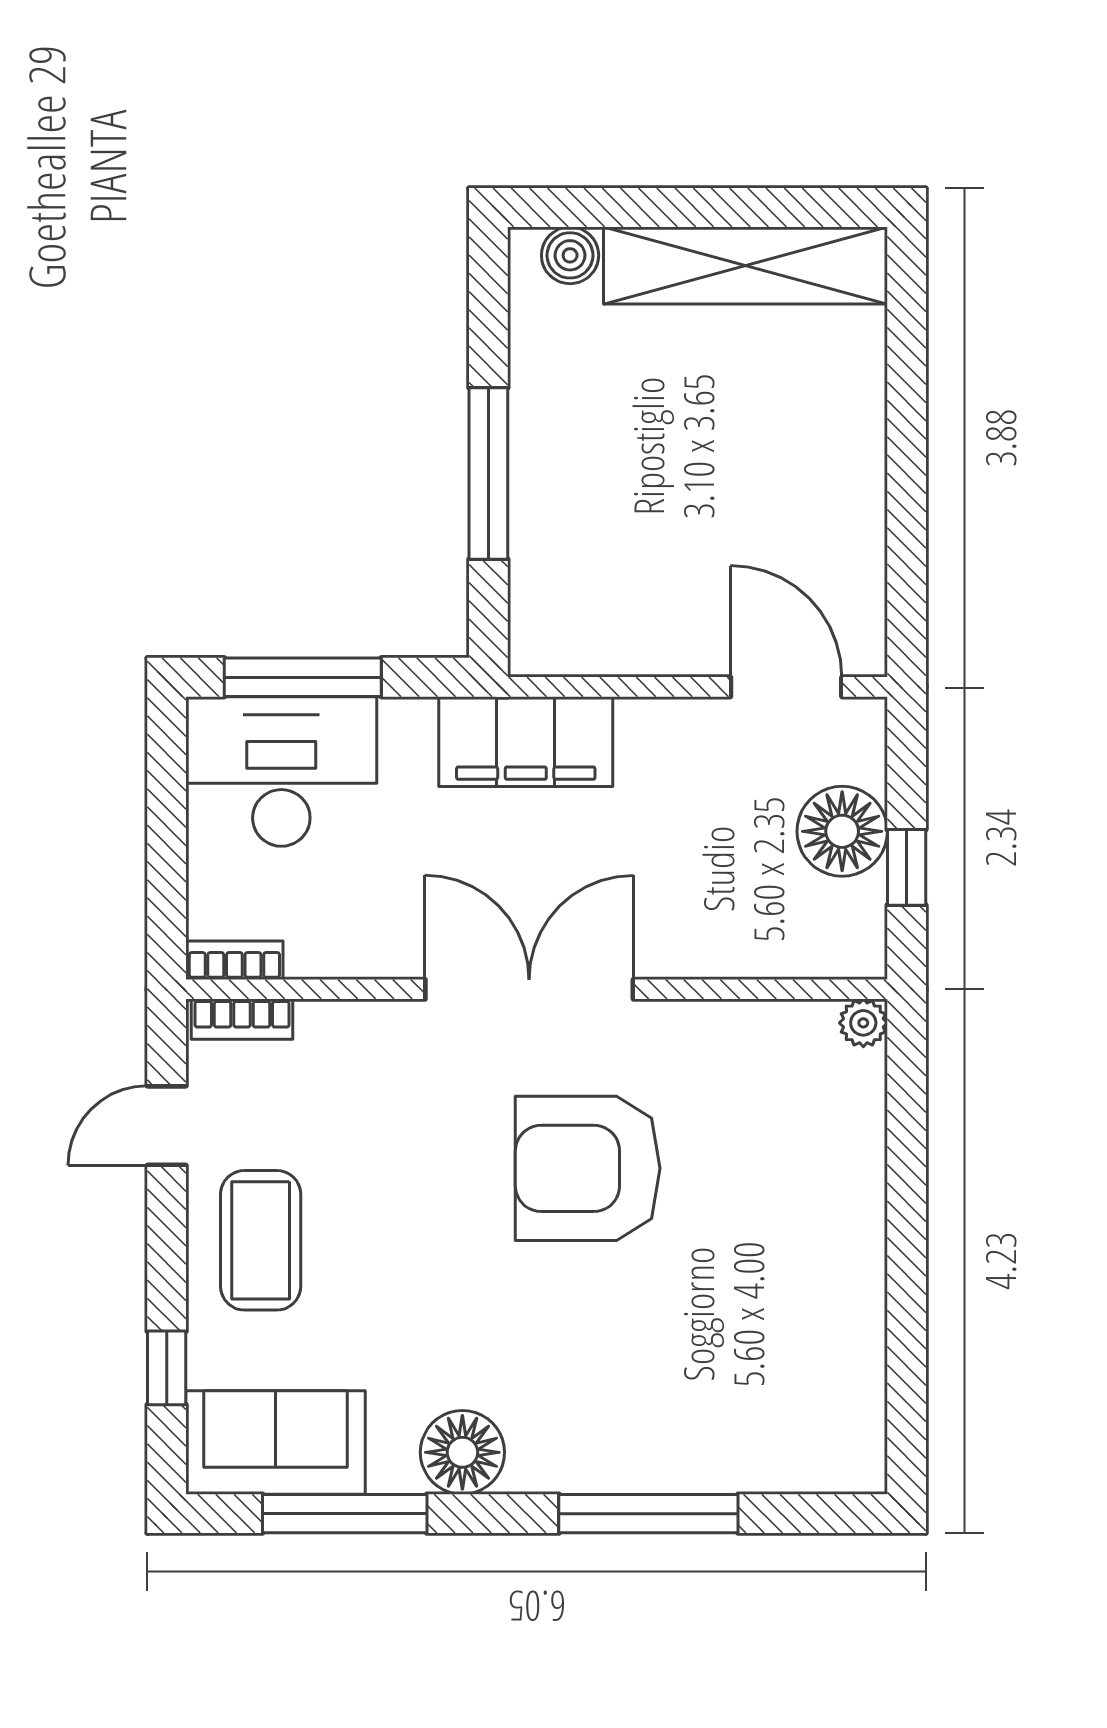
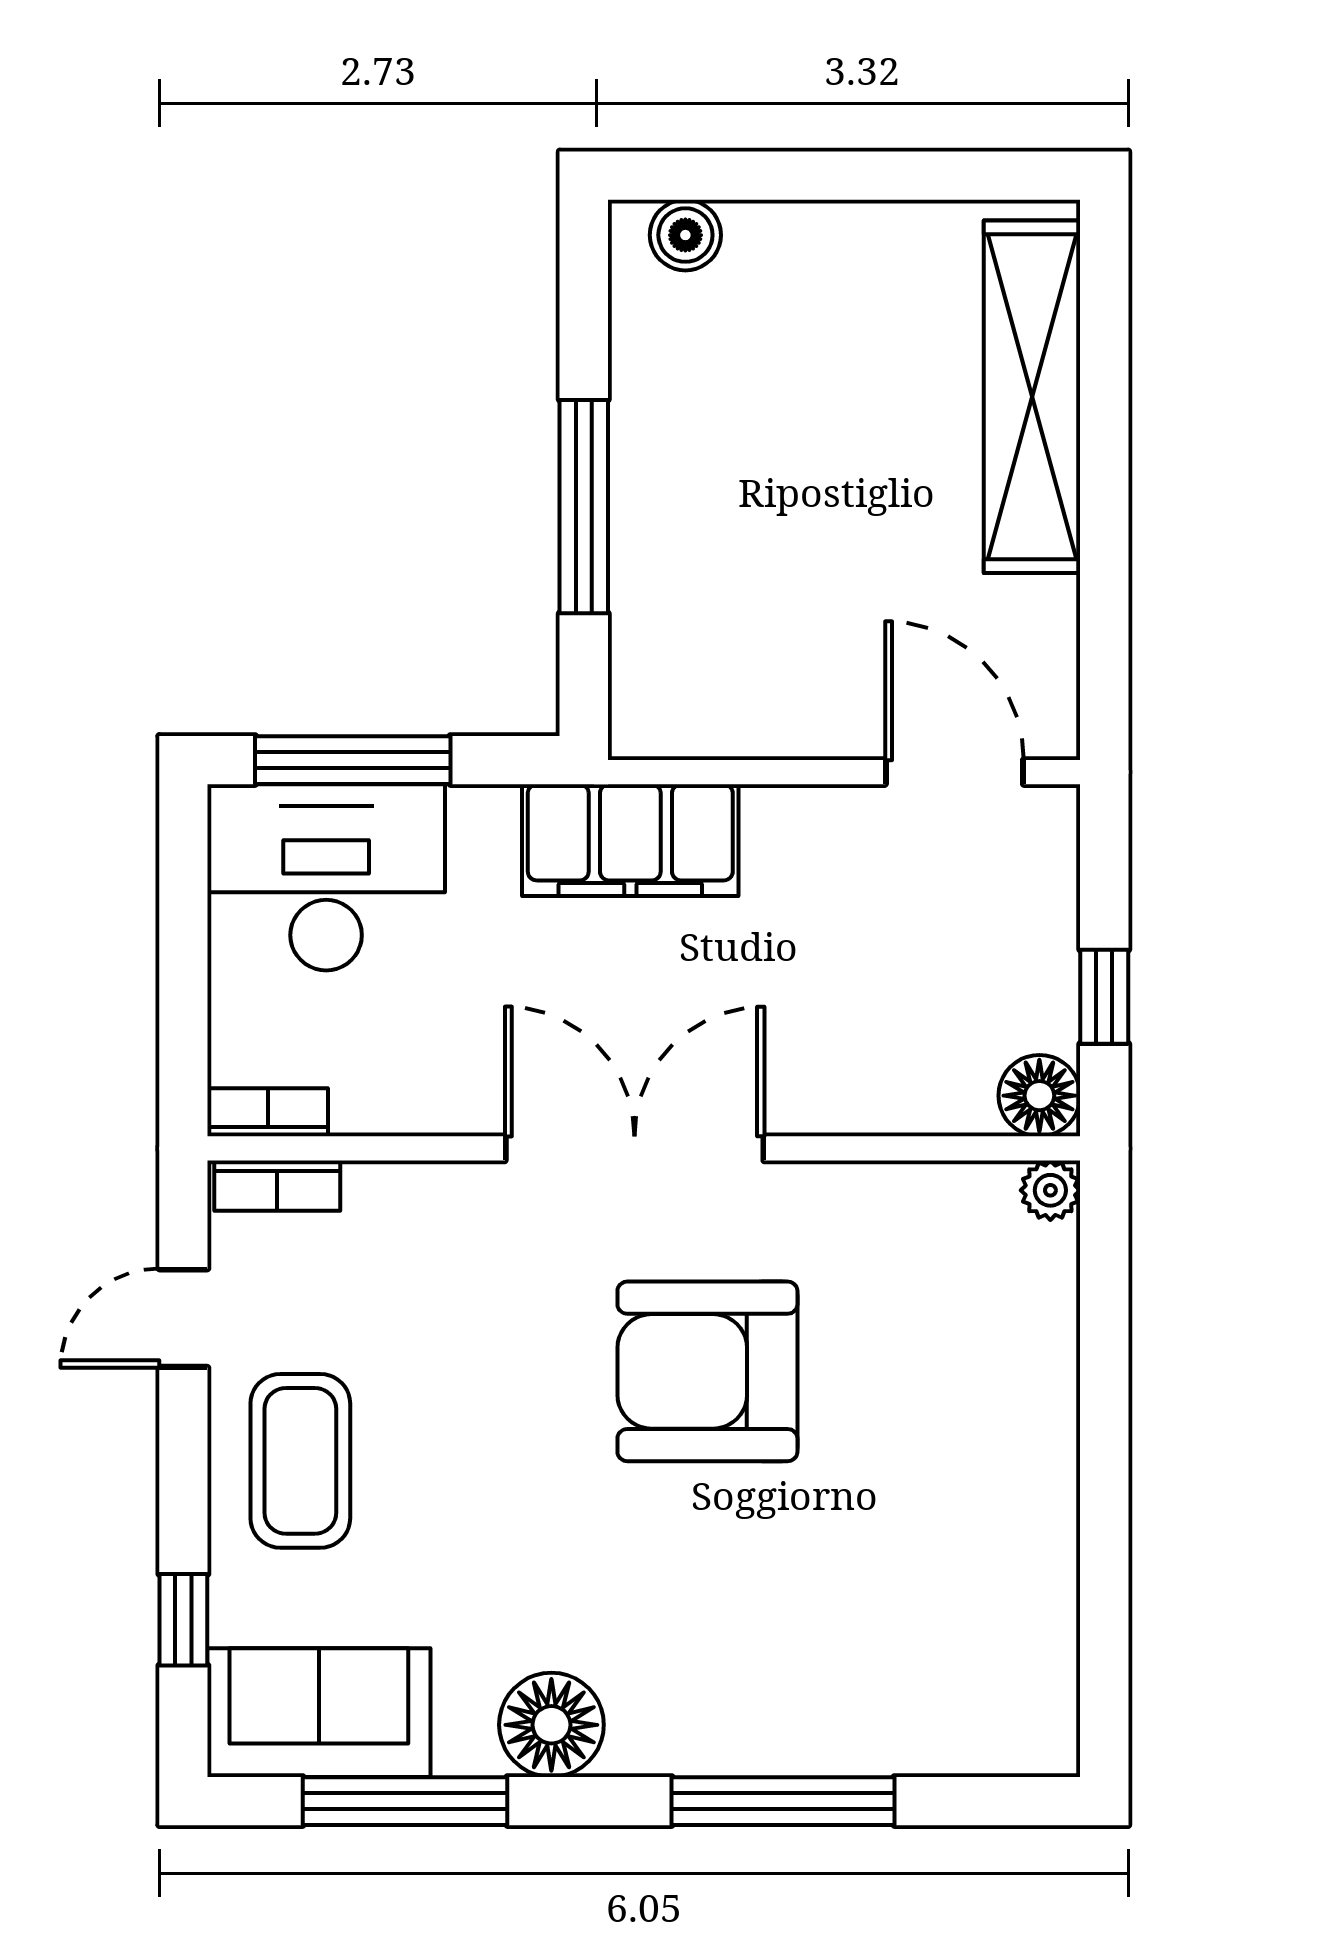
shelving: (745, 266) -> (1032, 397), moved, turned 90
floor lamp: (842, 831) -> (1039, 1096), moved, width x0.73, depth x0.73

